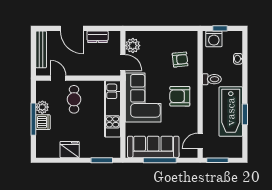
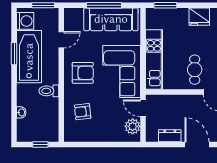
washing machine: (214, 39) -> (25, 21), moved, turned 90
door: (200, 141) -> (61, 40), moved

